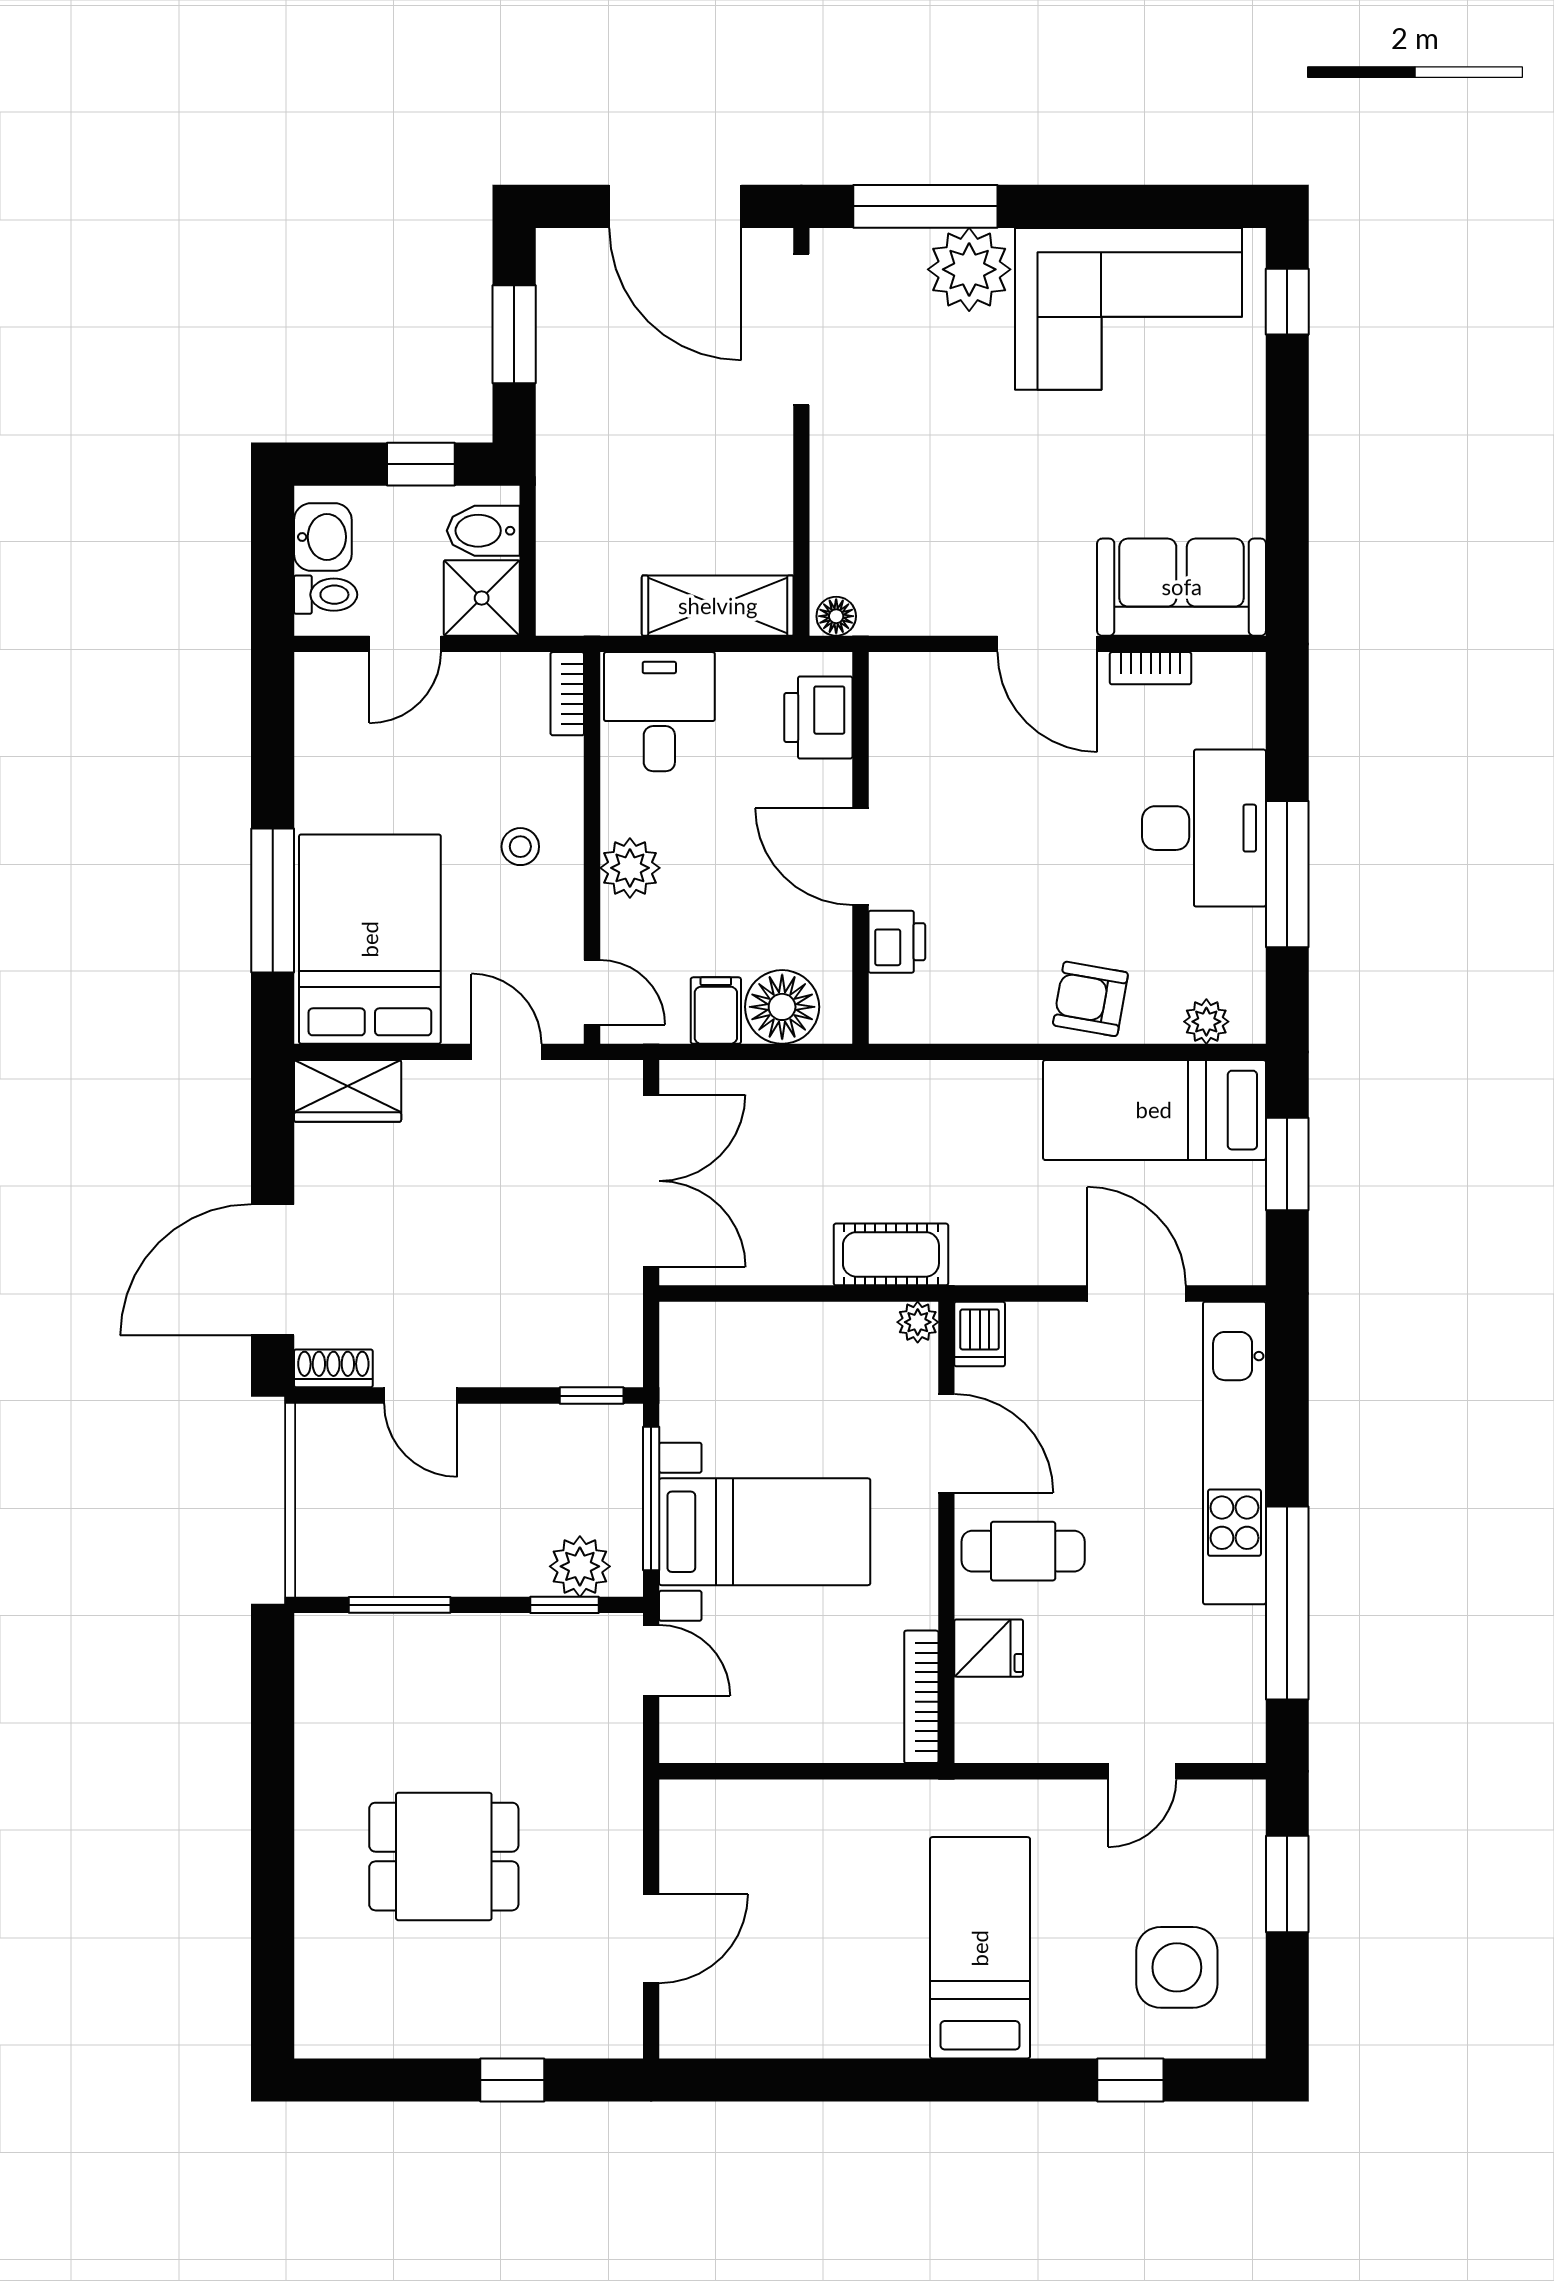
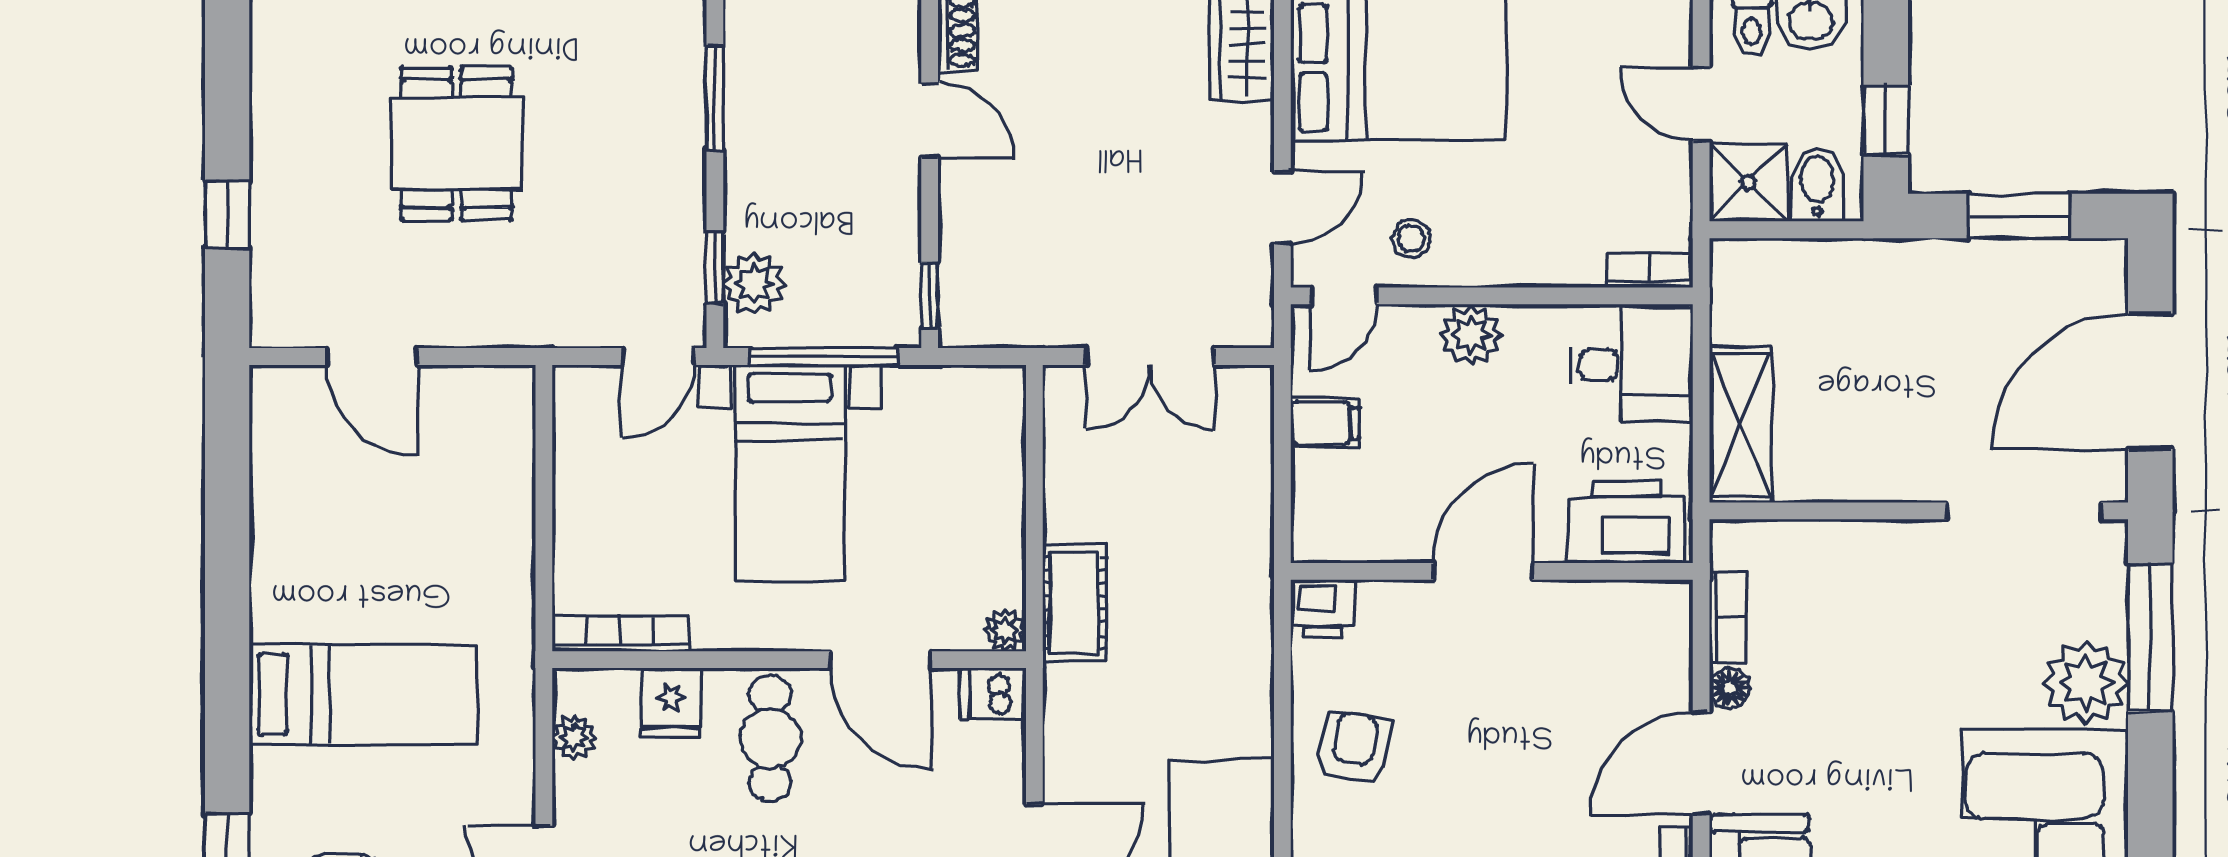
floor lamp: (836, 616) -> (1730, 688), moved
bookcase: (905, 618) -> (1728, 617), added
printer: (818, 718) -> (1626, 521), width x1.37, depth x1.19
stool: (520, 847) -> (1411, 238), moved
printer: (897, 942) -> (1323, 609), moved
armchair: (1090, 999) -> (1354, 748), moved
floor lamp: (782, 1007) -> (1329, 491), removed
double door: (651, 1181) -> (1150, 356), width x0.73
door: (421, 1396) -> (930, 120), swing flipped
door: (946, 1443) -> (881, 660), hinge flipped
plant: (1022, 1742) -> (574, 738), added

